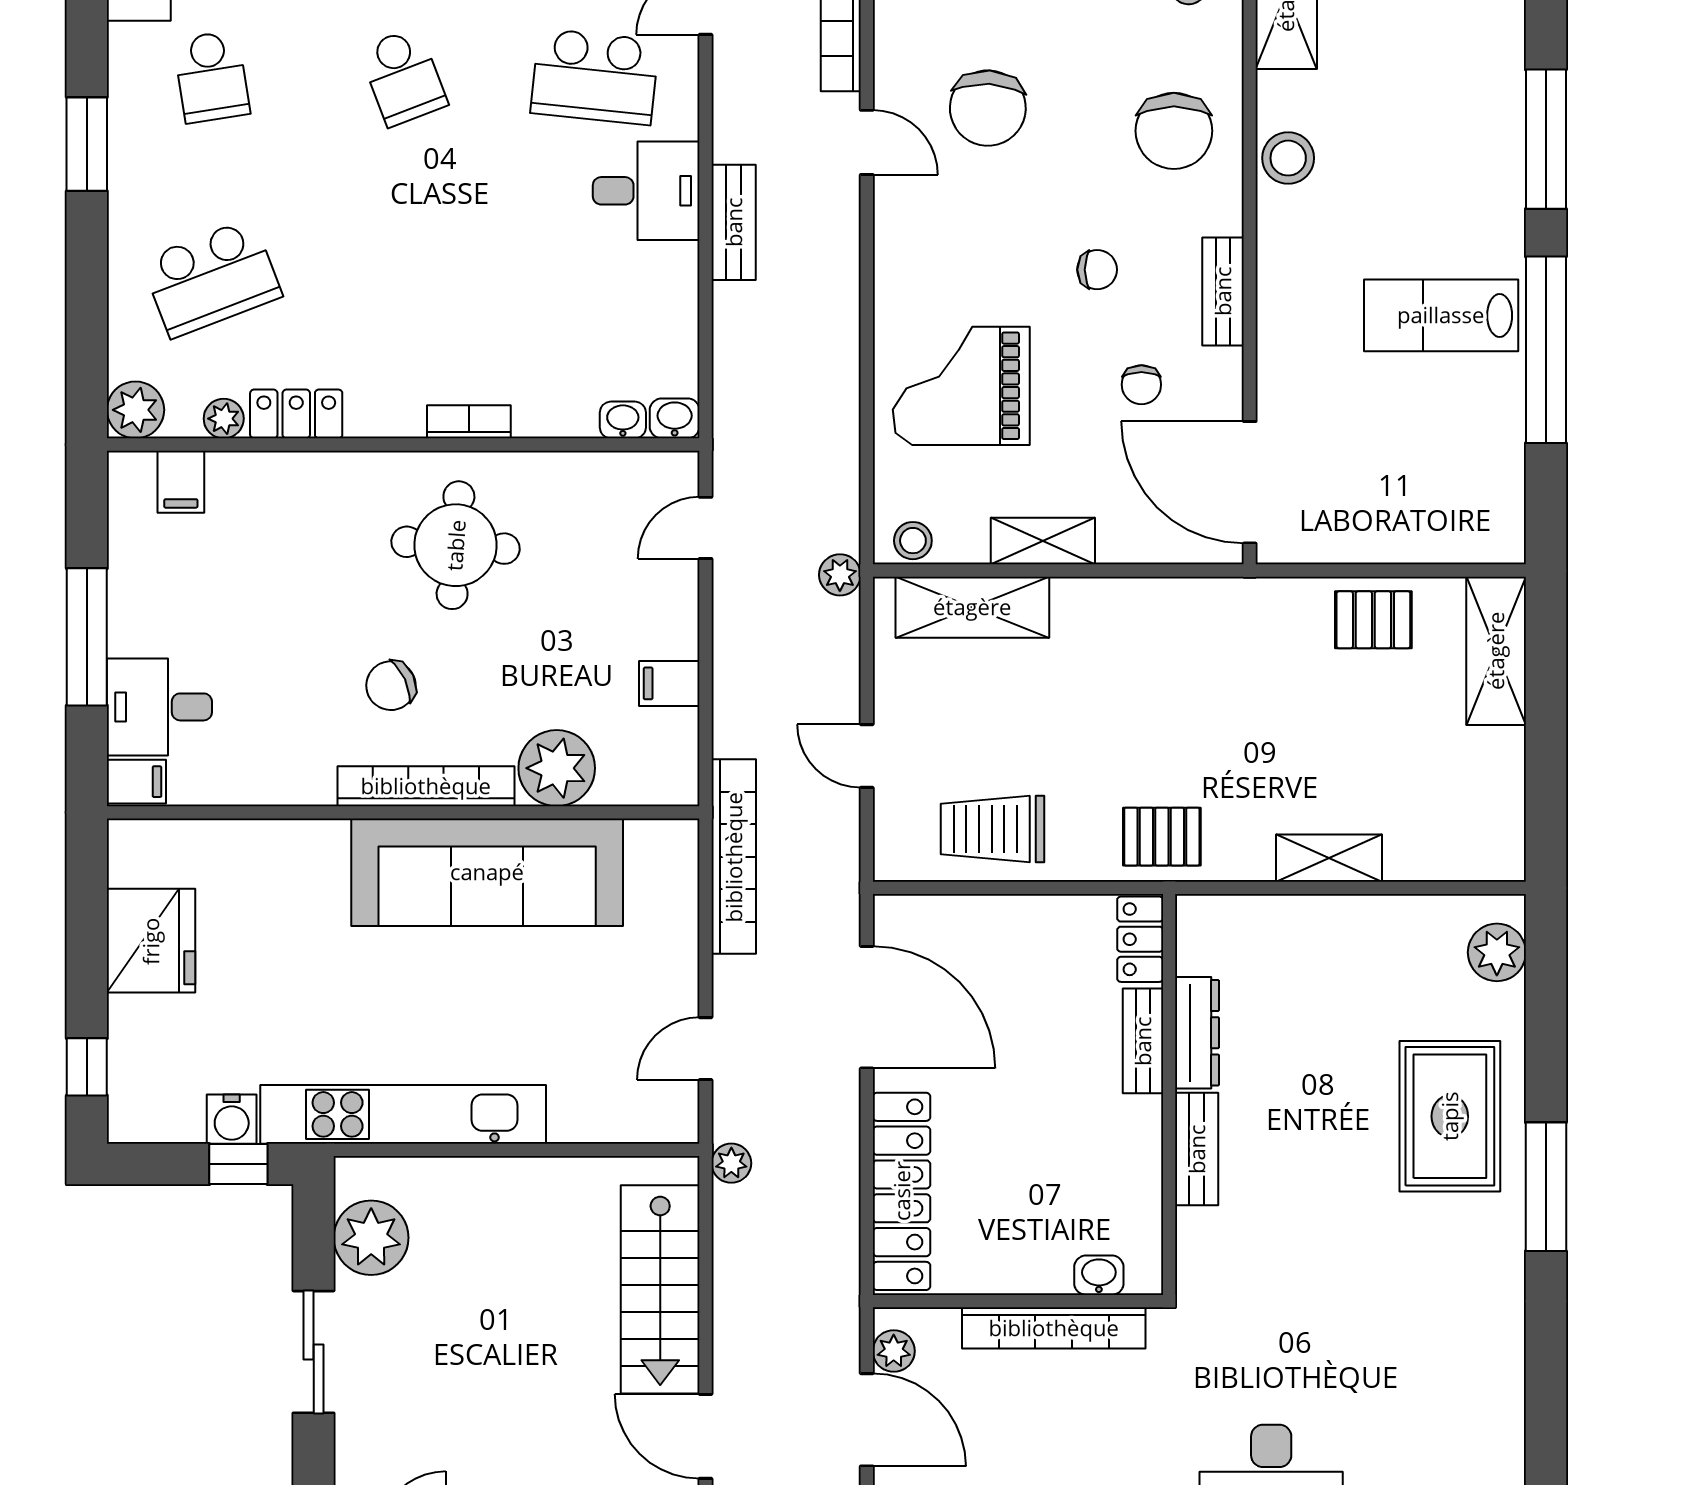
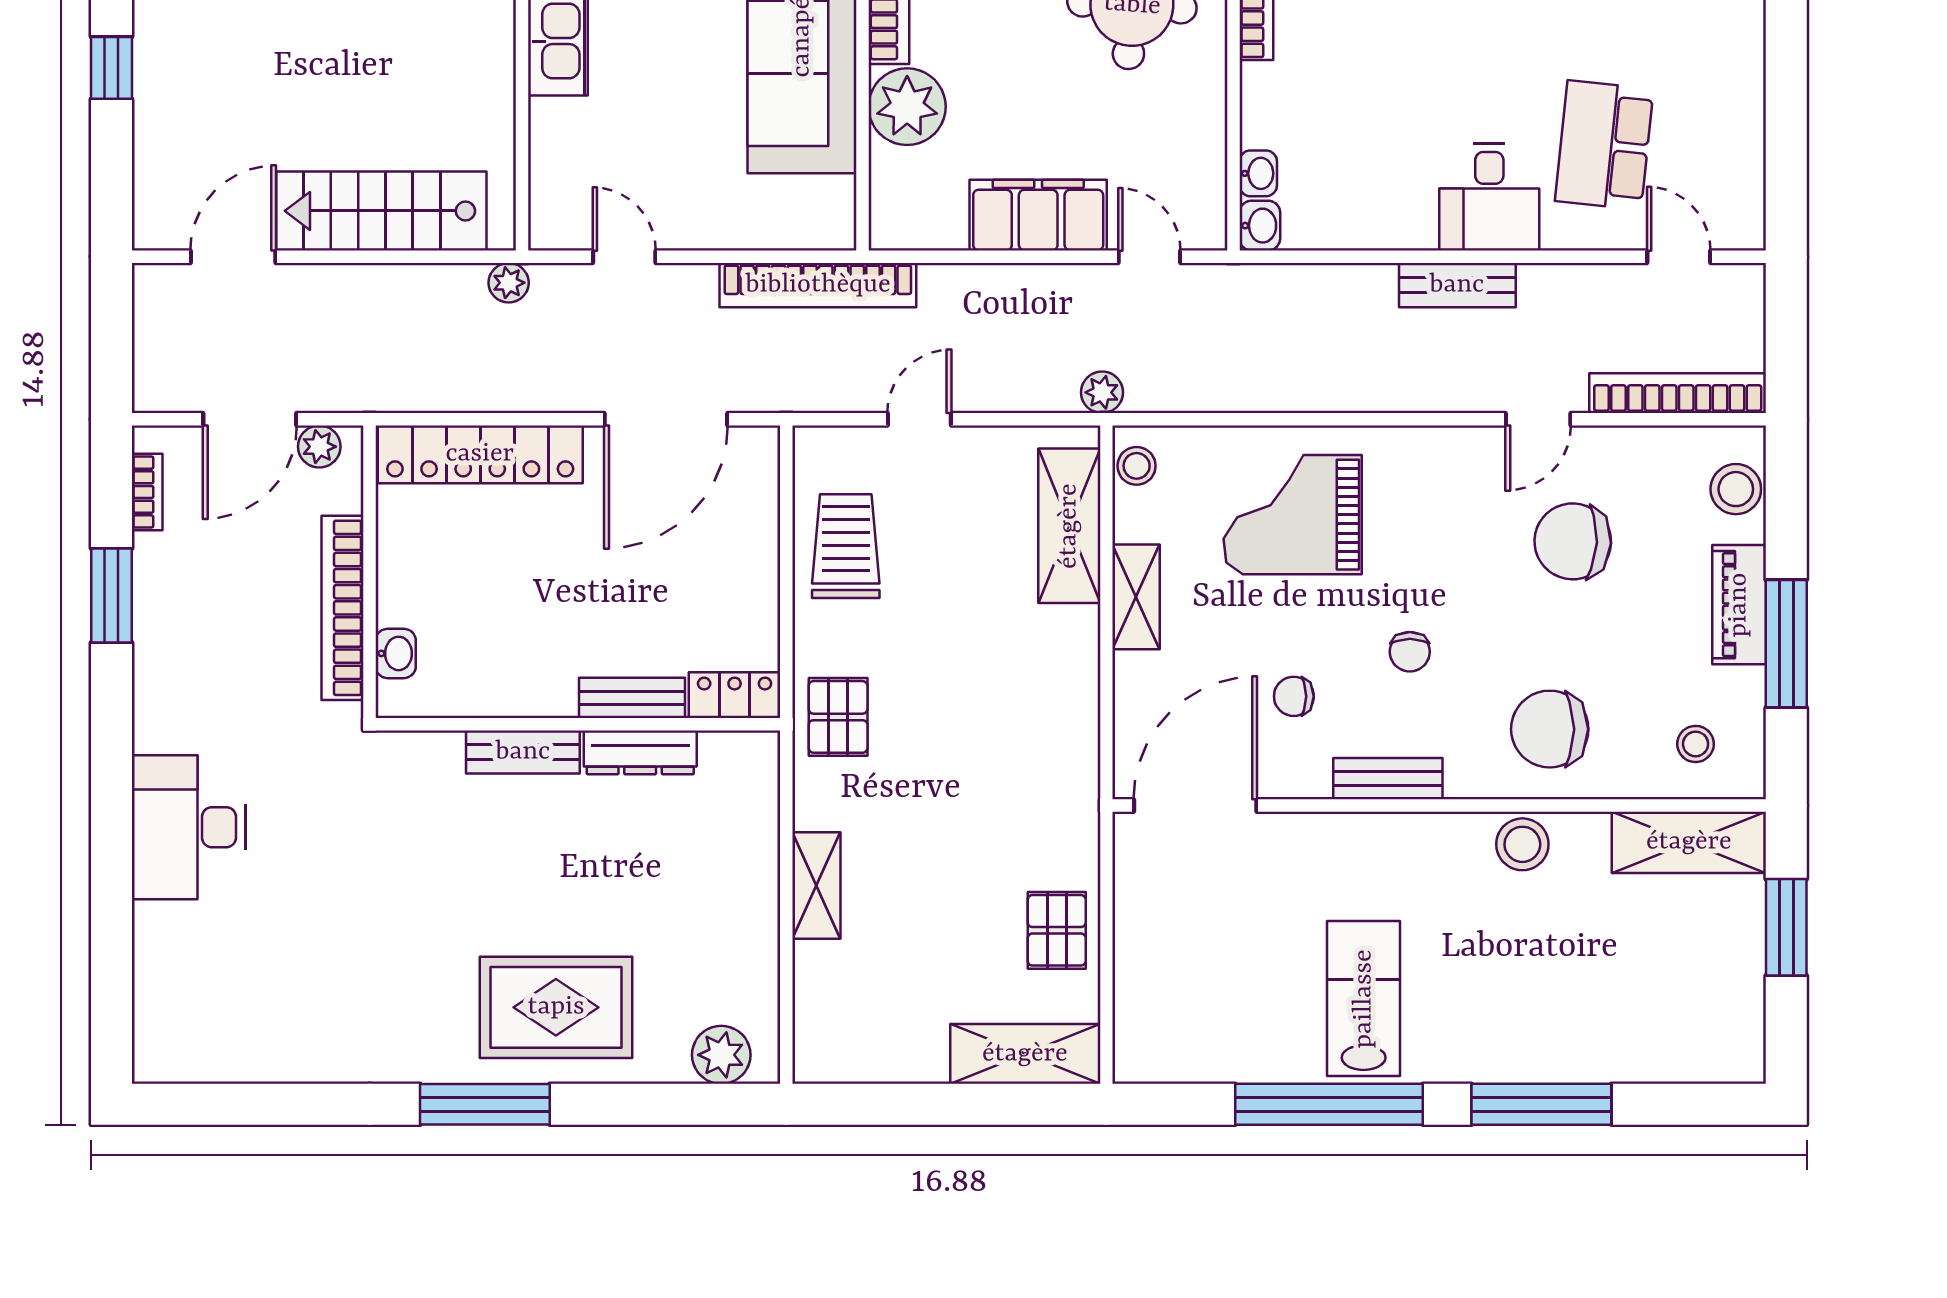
grand piano: (961, 386) -> (1293, 515), turned -90
filing cabinet: (669, 683) -> (1038, 215), width x3.00, depth x1.17

